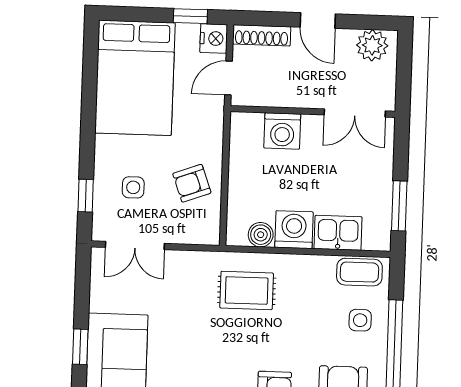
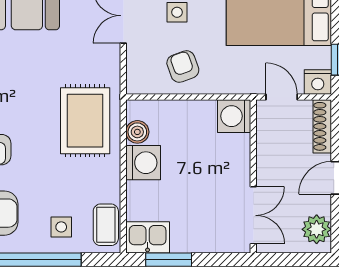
double door: (355, 113) -> (253, 215), swing flipped
washing machine: (282, 131) -> (234, 116), moved
kitchen sink: (338, 233) -> (148, 237), moved, turned -90
rug: (247, 290) -> (85, 121), width x1.36, depth x1.43

